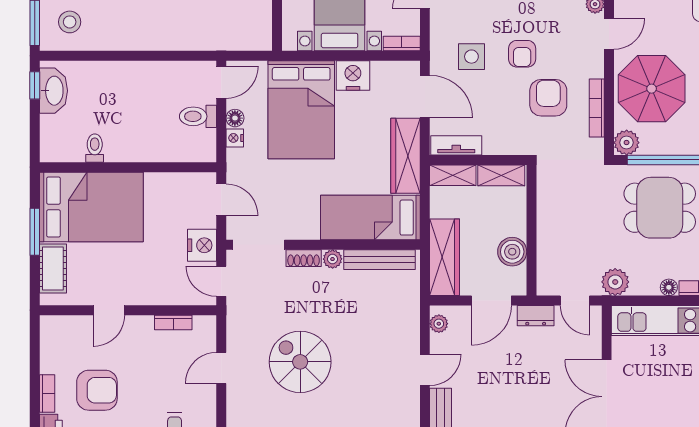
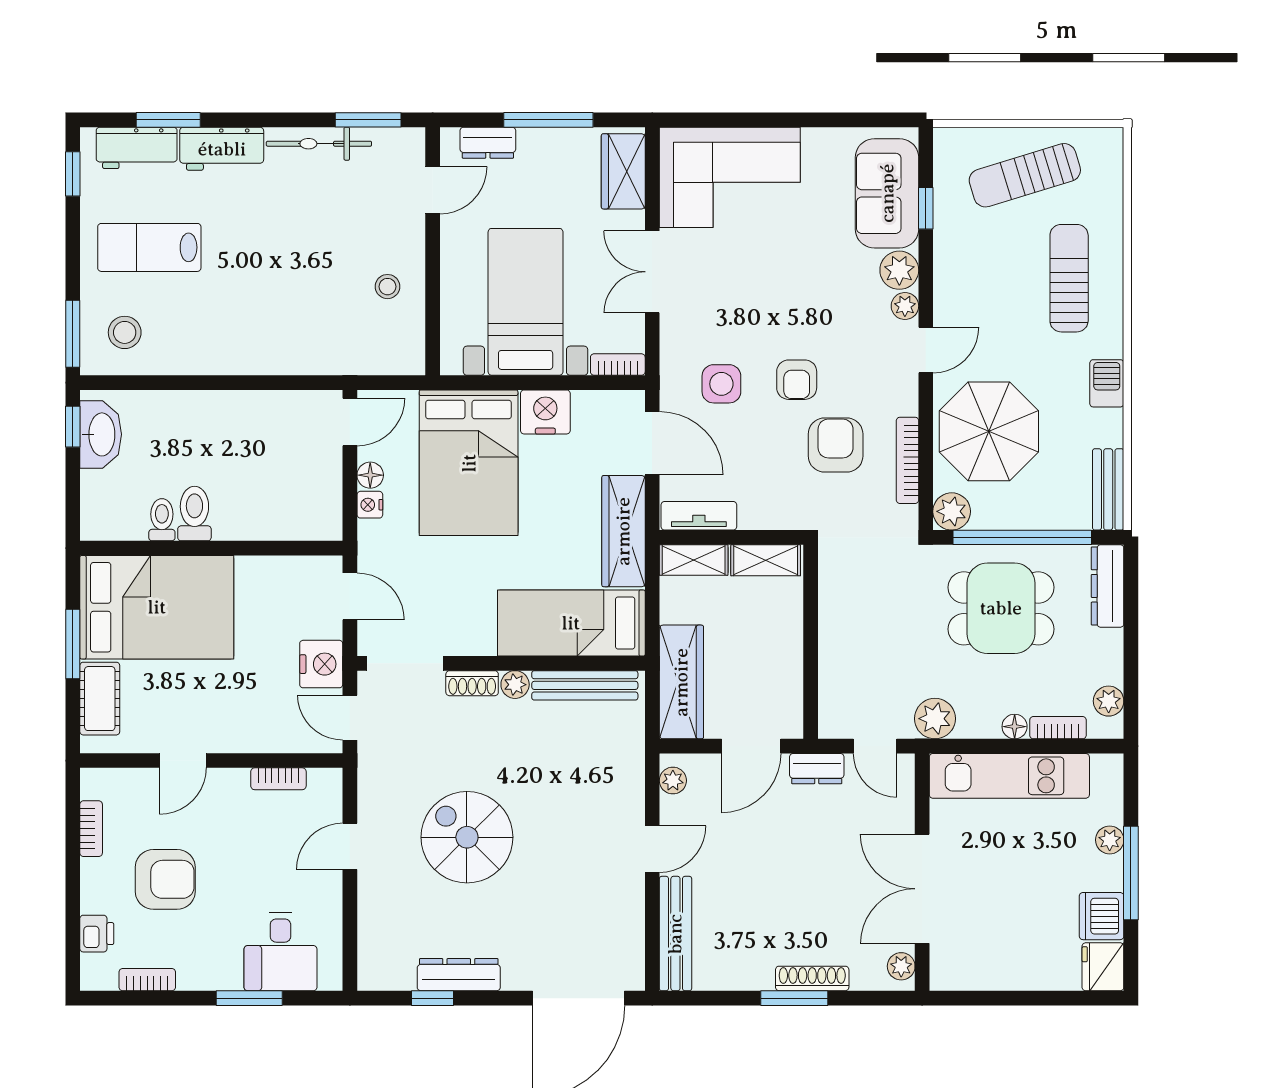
toilet: (198, 116) -> (194, 514), moved, turned 90
boiler: (512, 252) -> (782, 674), removed
bookcase: (47, 393) -> (91, 829), moved

